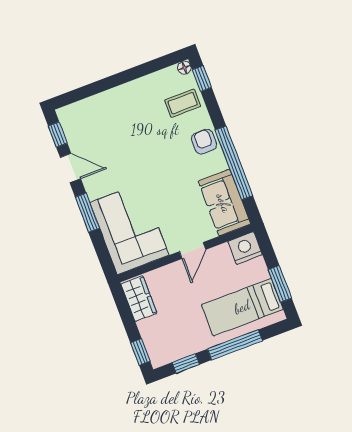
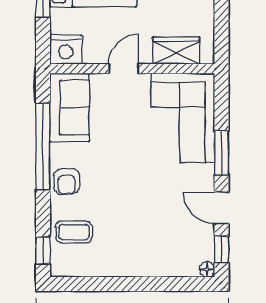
floor lamp: (184, 68) -> (207, 269), moved
wardrobe: (139, 299) -> (176, 51), moved, turned 90

